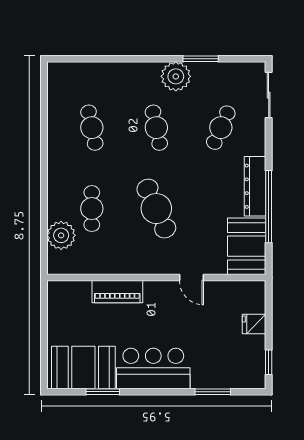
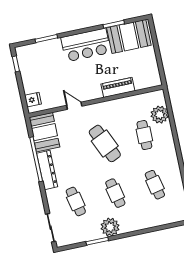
cafe table: (221, 128) -> (76, 202), turned -36
fridge: (254, 324) -> (33, 100), moved

